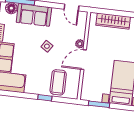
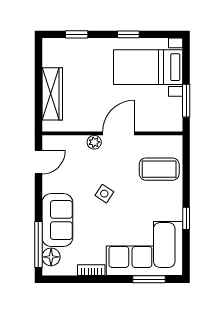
door: (83, 60) -> (119, 133), swing flipped
window: (45, 98) -> (186, 218), moved

